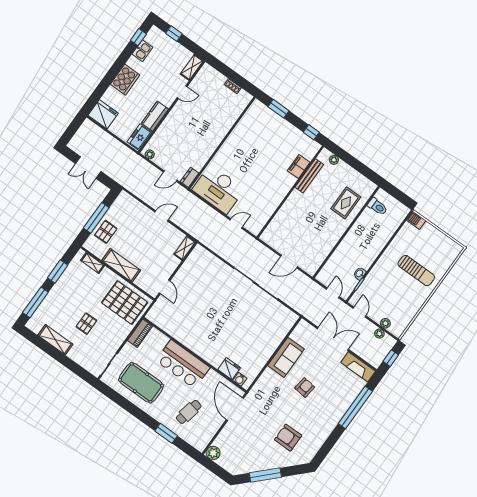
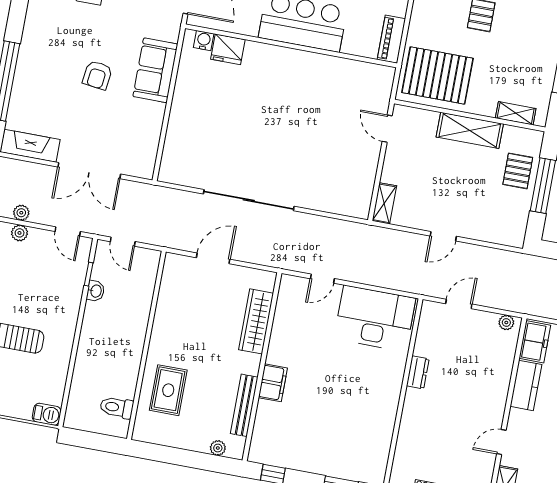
filing cabinet: (299, 167) -> (273, 383), moved
dresser: (189, 177) -> (418, 372), moved
wardrobe: (282, 217) -> (256, 321), added
sofa: (286, 357) -> (155, 70), moved

